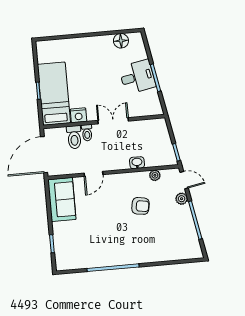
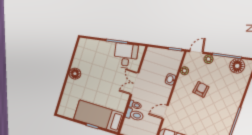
floor lamp: (121, 41) -> (75, 74), moved
desk: (137, 77) -> (126, 56), moved
nightstand: (79, 115) -> (121, 106), removed
door: (93, 174) -> (165, 112), swing flipped
floor lamp: (188, 238) -> (237, 66), added

